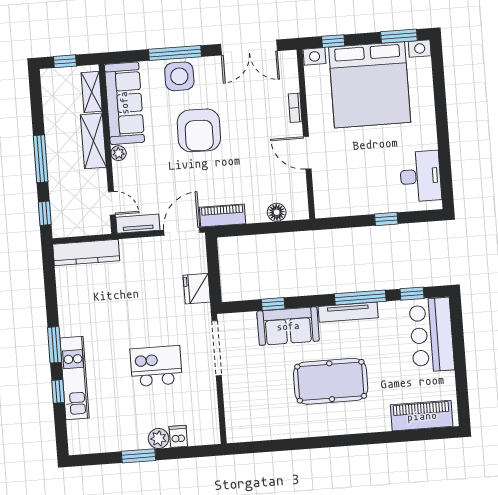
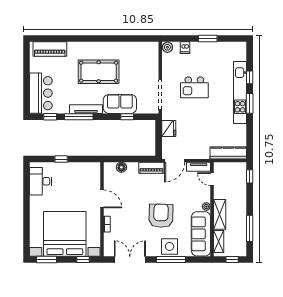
window: (41, 159) -> (250, 228), moved
kitchen unit: (74, 378) -> (240, 92), width x1.36
plant: (159, 438) -> (167, 47), moved

